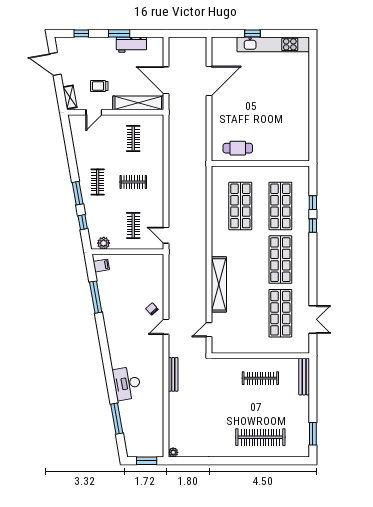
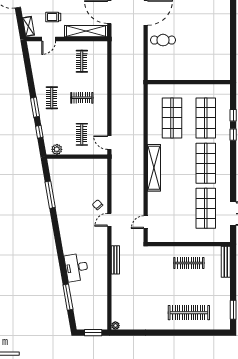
cafe table: (238, 148) -> (163, 40), moved
filing cabinet: (101, 266) -> (55, 168), removed
shelving: (219, 284) -> (154, 168), moved

